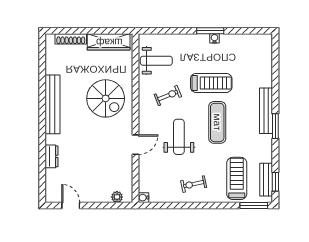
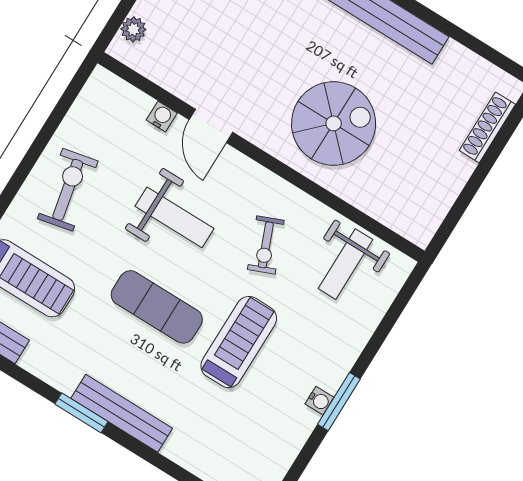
wardrobe: (109, 42) -> (437, 196), removed
treadmill: (211, 83) -> (239, 342), turned 180
spiral stairs: (106, 98) -> (334, 123), turned 180
exercise bike: (194, 184) -> (68, 190), width x1.38, depth x1.39
water cooler: (143, 198) -> (162, 116), moved

